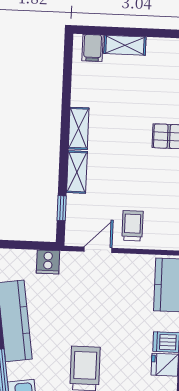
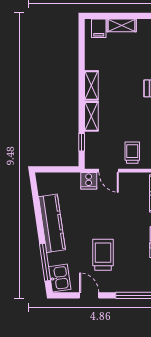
door: (98, 250) -> (109, 171), swing flipped
cooker: (48, 262) -> (89, 181), moved

